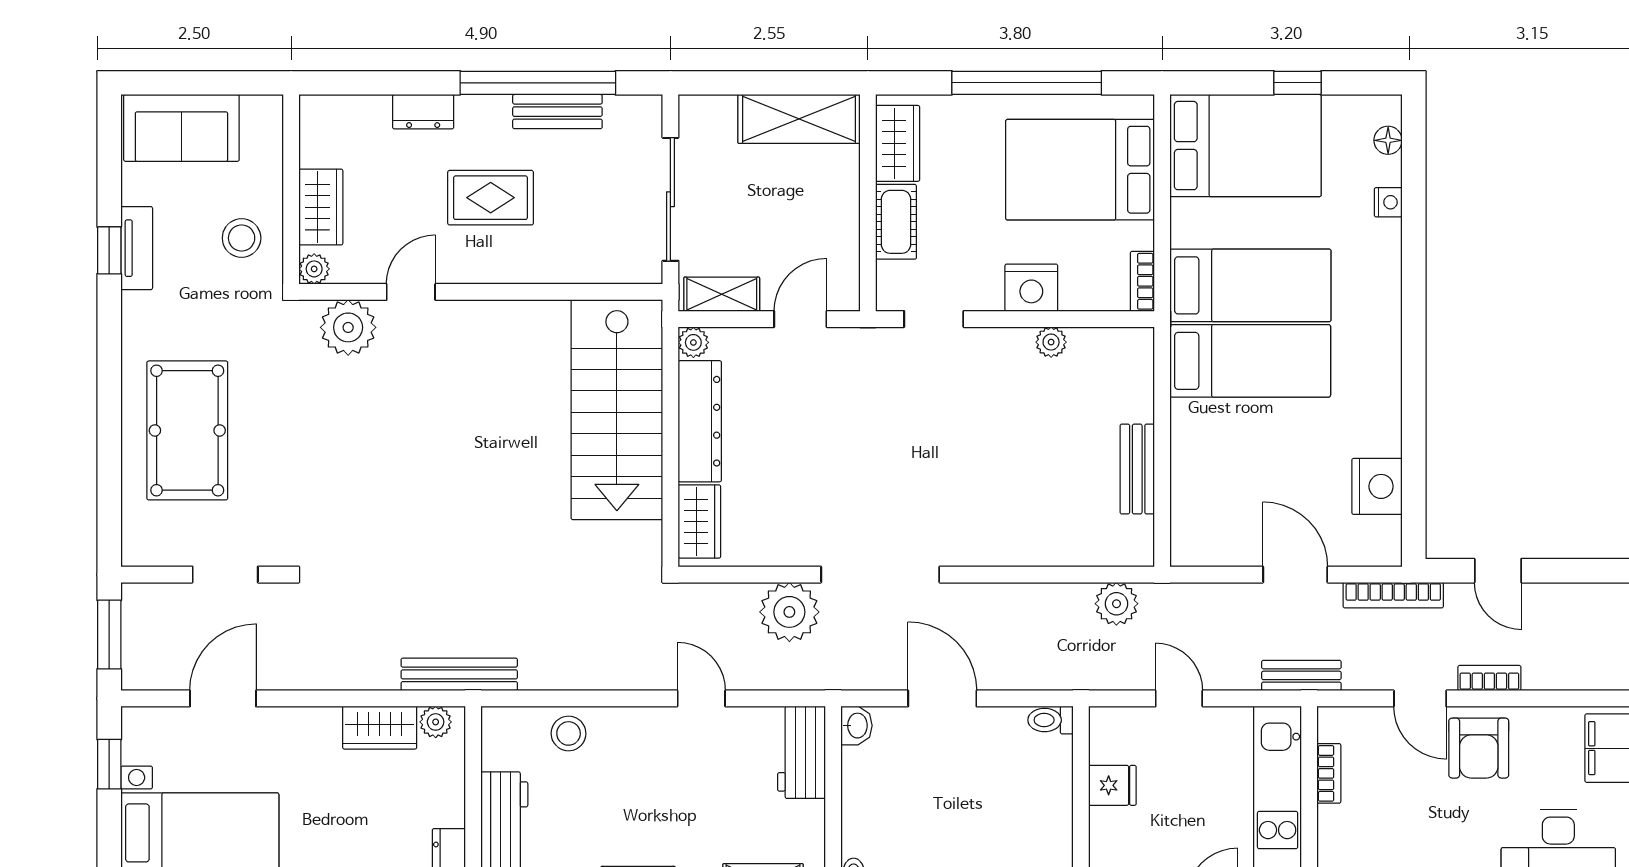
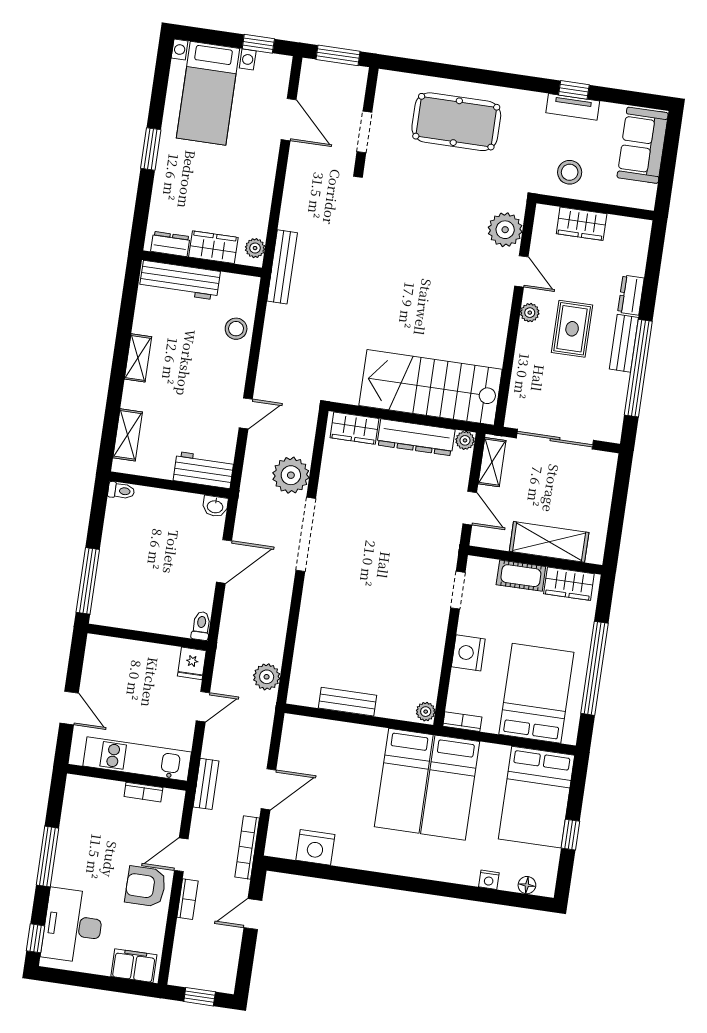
bench: (557, 112) -> (624, 343), moved
shelving: (799, 119) -> (549, 542), moved, turned 90
plant: (314, 269) -> (530, 313), moved
plant: (1051, 342) -> (426, 712), moved
wardrobe: (380, 728) -> (213, 247), moved, turned 90
fridge: (1112, 785) -> (192, 663), moved

